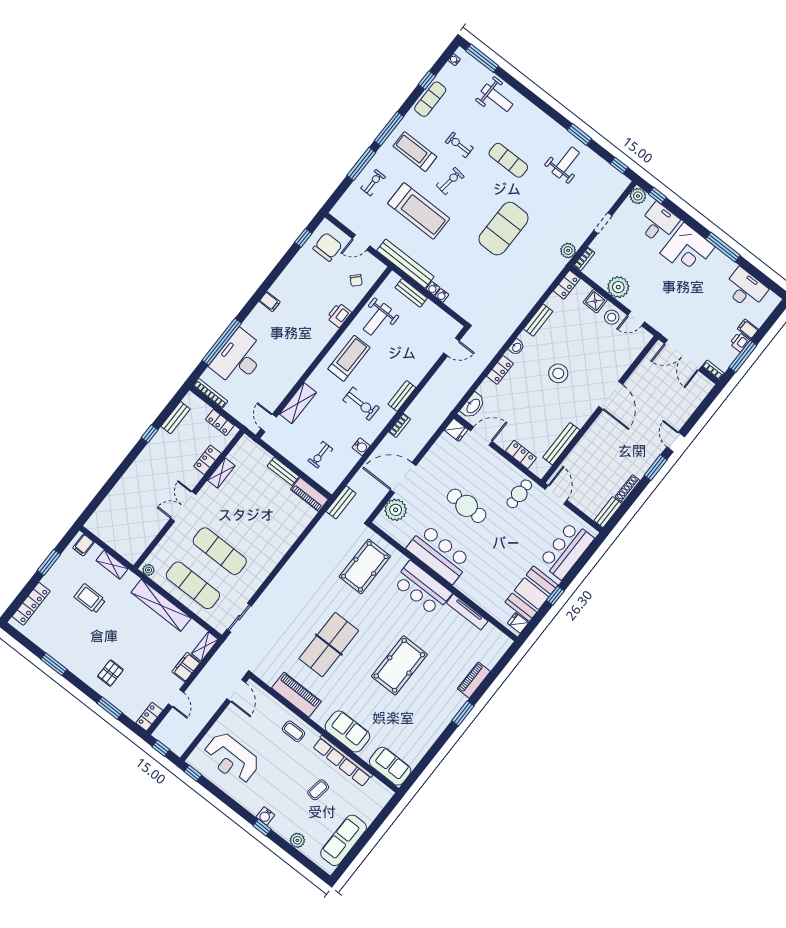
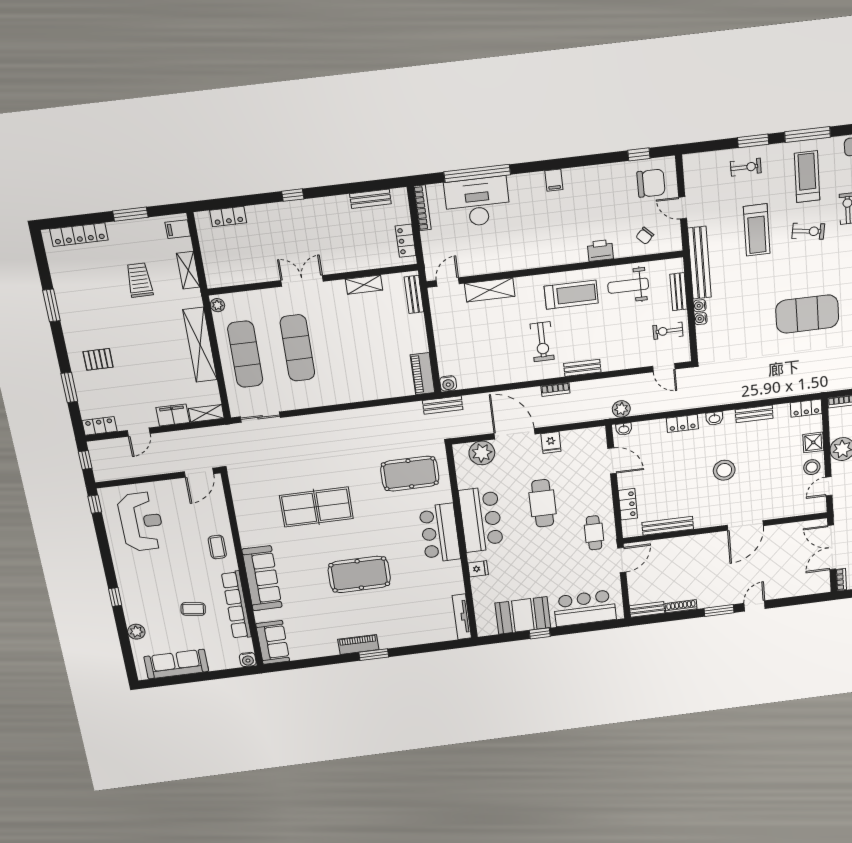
window: (361, 164) -> (753, 141), width x0.69
treadmill: (419, 211) -> (757, 230), width x0.73, depth x0.73
plant: (568, 251) -> (621, 409), moved
door: (636, 318) -> (829, 486), hinge flipped
washbasin: (473, 406) -> (624, 429), width x0.52, depth x0.69
fridge: (456, 430) -> (551, 442), moved
window: (150, 434) -> (293, 195), moved
water cooler: (361, 447) -> (448, 383), moved
exercise bike: (320, 455) -> (668, 331), moved
locker: (207, 460) -> (228, 217), moved, turned 180
bench: (283, 471) -> (414, 294), moved
cafe table: (519, 494) -> (594, 533), turned 90
tv unit: (467, 612) -> (462, 617), moved
fridge: (518, 623) -> (478, 569), moved, turned 90
piano: (474, 680) -> (358, 644), moved
piano: (296, 695) -> (249, 521), removed
sofa: (347, 731) -> (262, 578), width x1.36
reception desk: (231, 758) -> (141, 522), turned 180
water cooler: (265, 816) -> (248, 660), moved, turned -90

